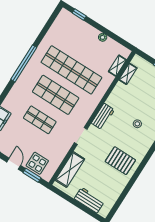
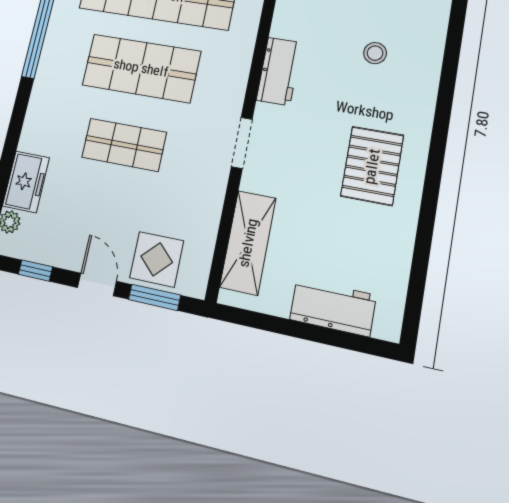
pallet: (120, 161) -> (372, 166), turned 90

